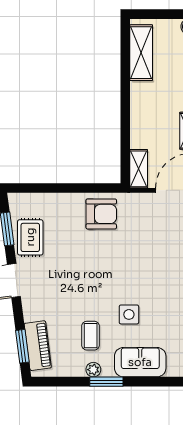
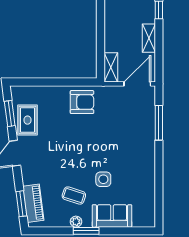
coffee table: (91, 336) -> (74, 196), turned -72

